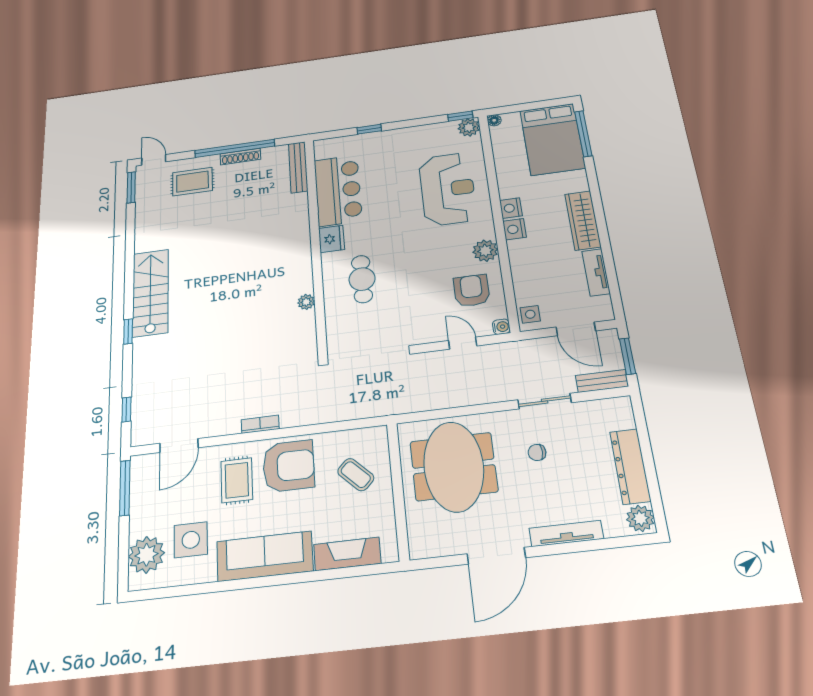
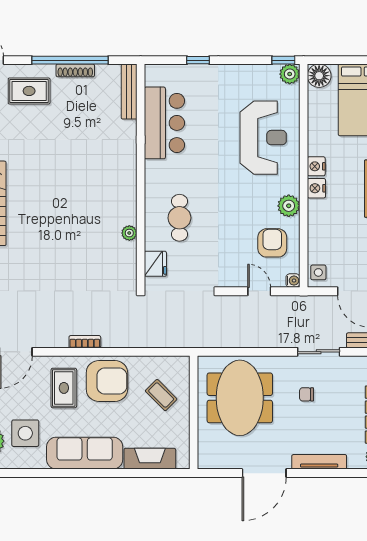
floor lamp: (494, 120) -> (319, 76), width x1.89, depth x1.89
fridge: (332, 239) -> (155, 264), moved

